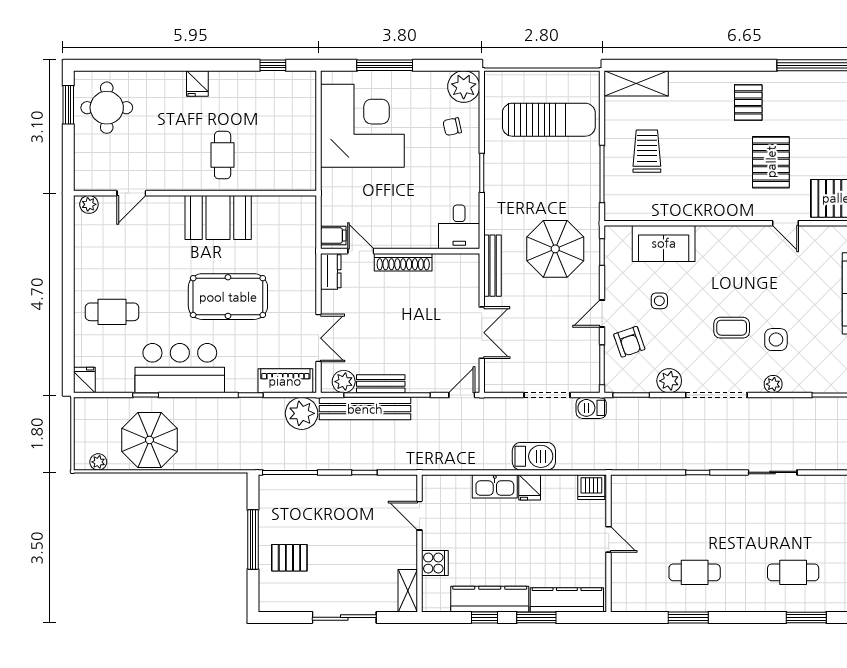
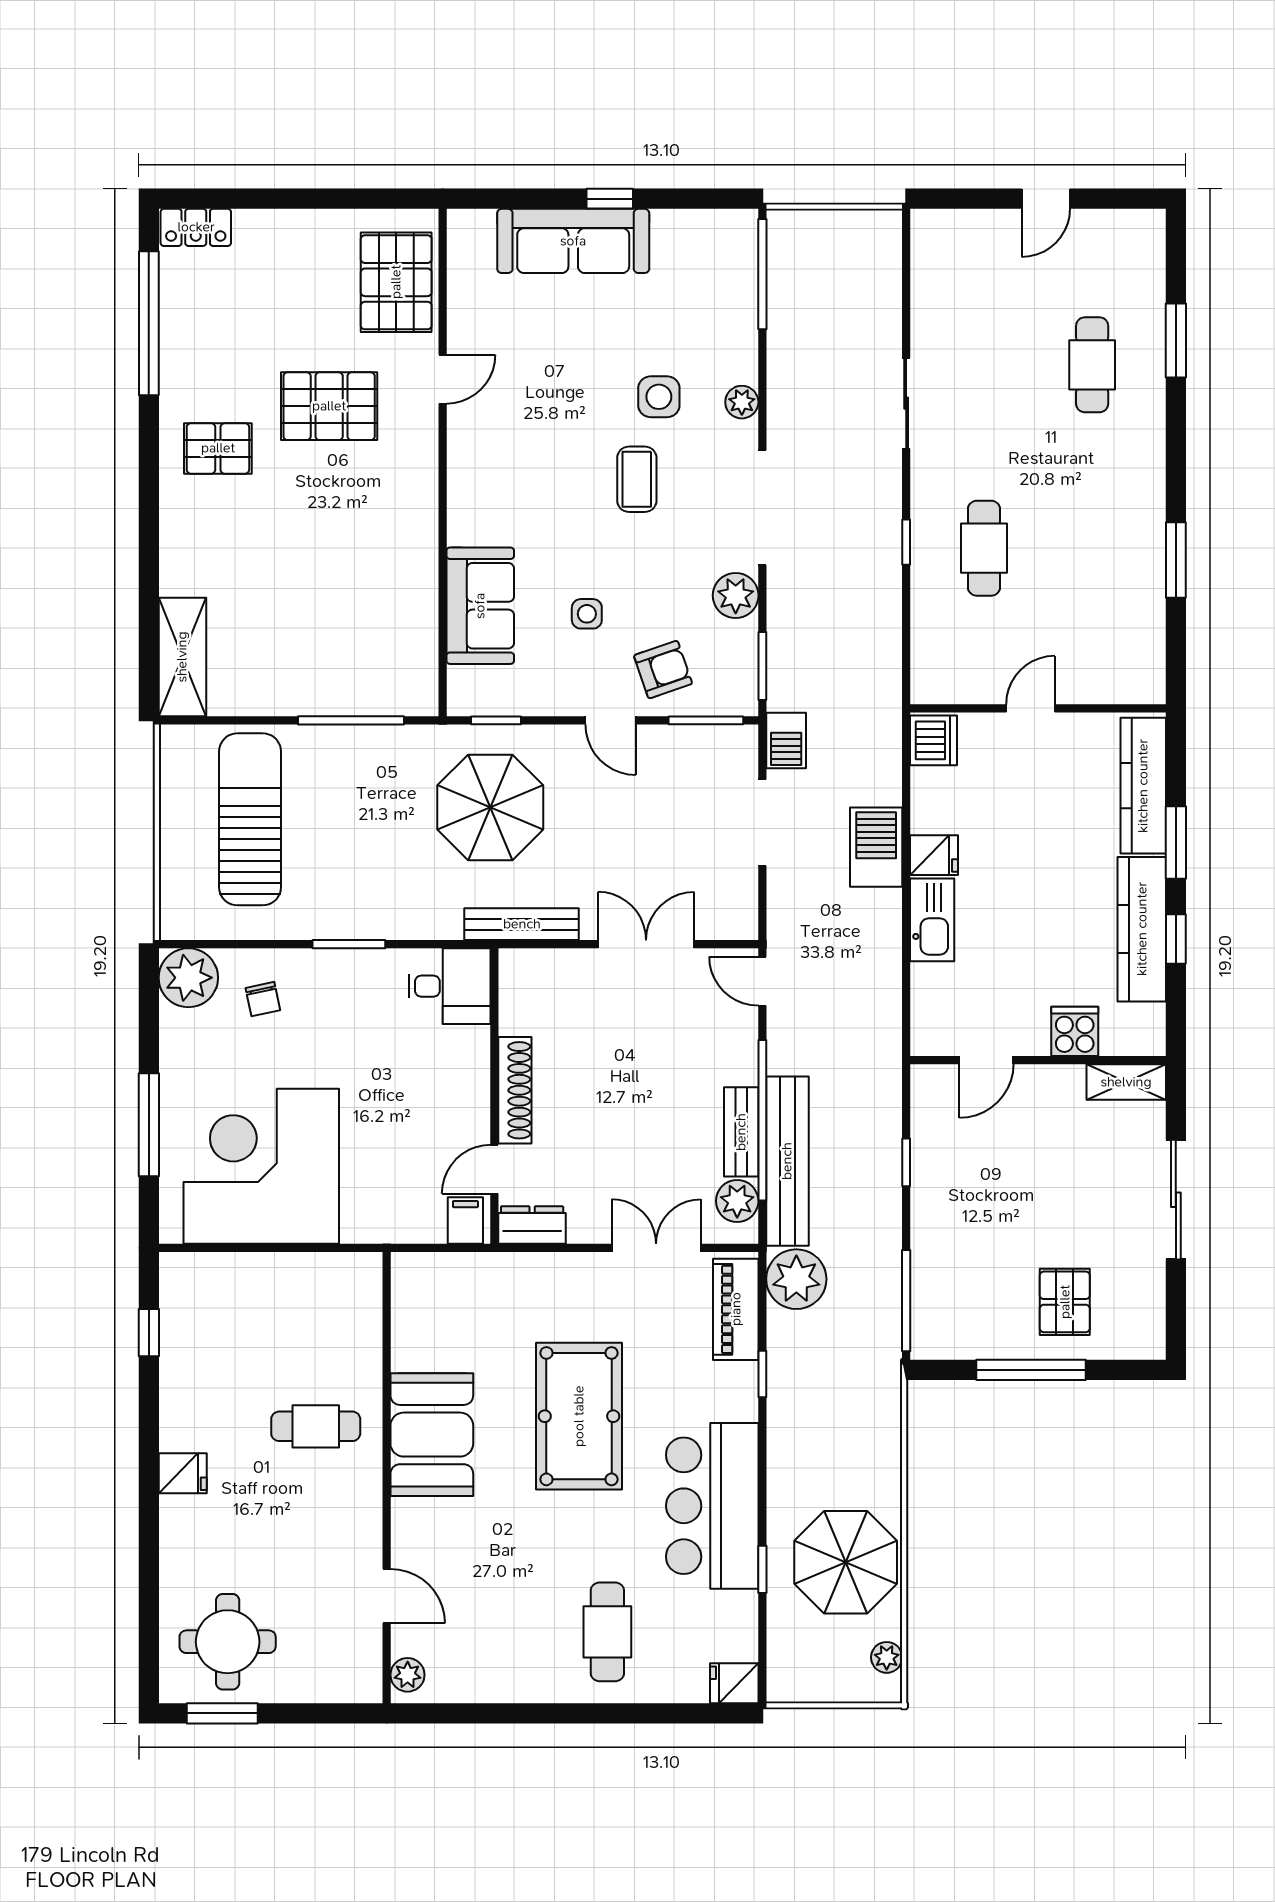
trolley: (647, 151) -> (308, 637), removed
cafe table: (695, 572) -> (984, 548), moved

